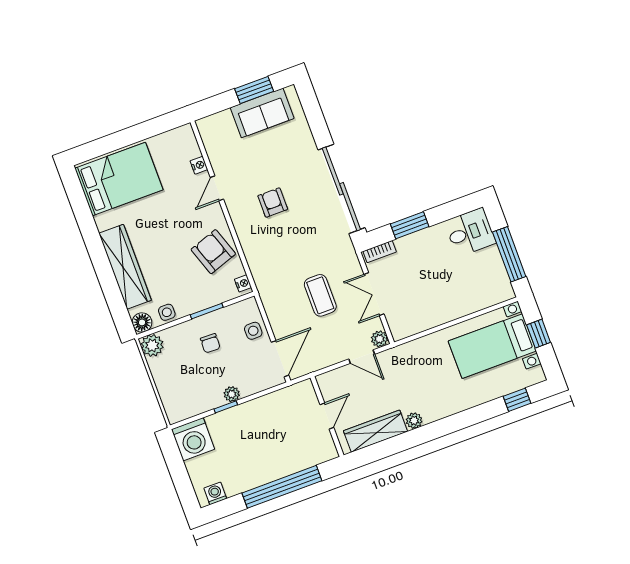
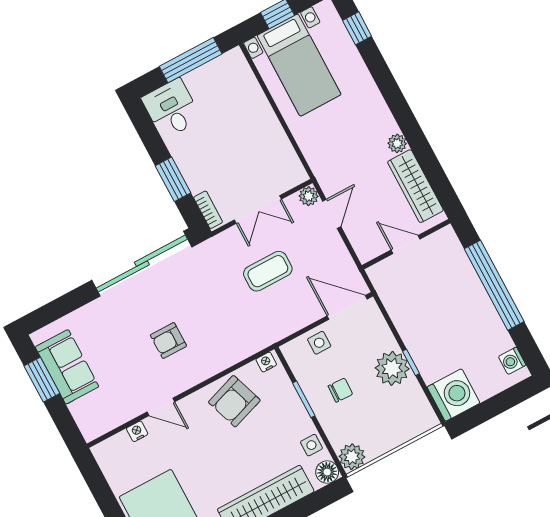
plant: (232, 394) -> (392, 368), width x1.88, depth x1.88

